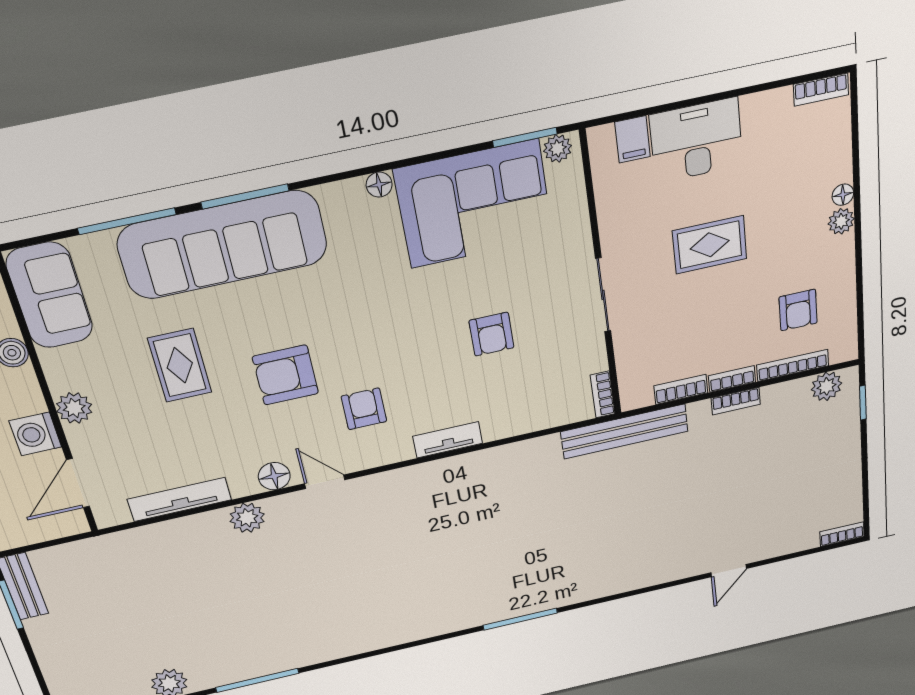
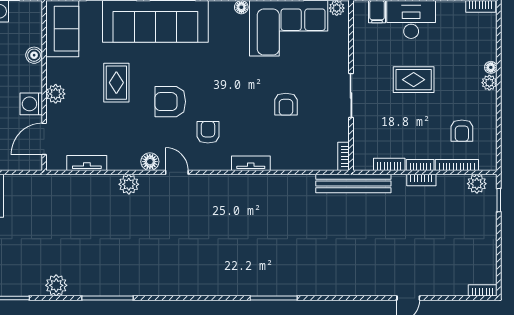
tv unit: (180, 499) -> (87, 163), width x0.71

